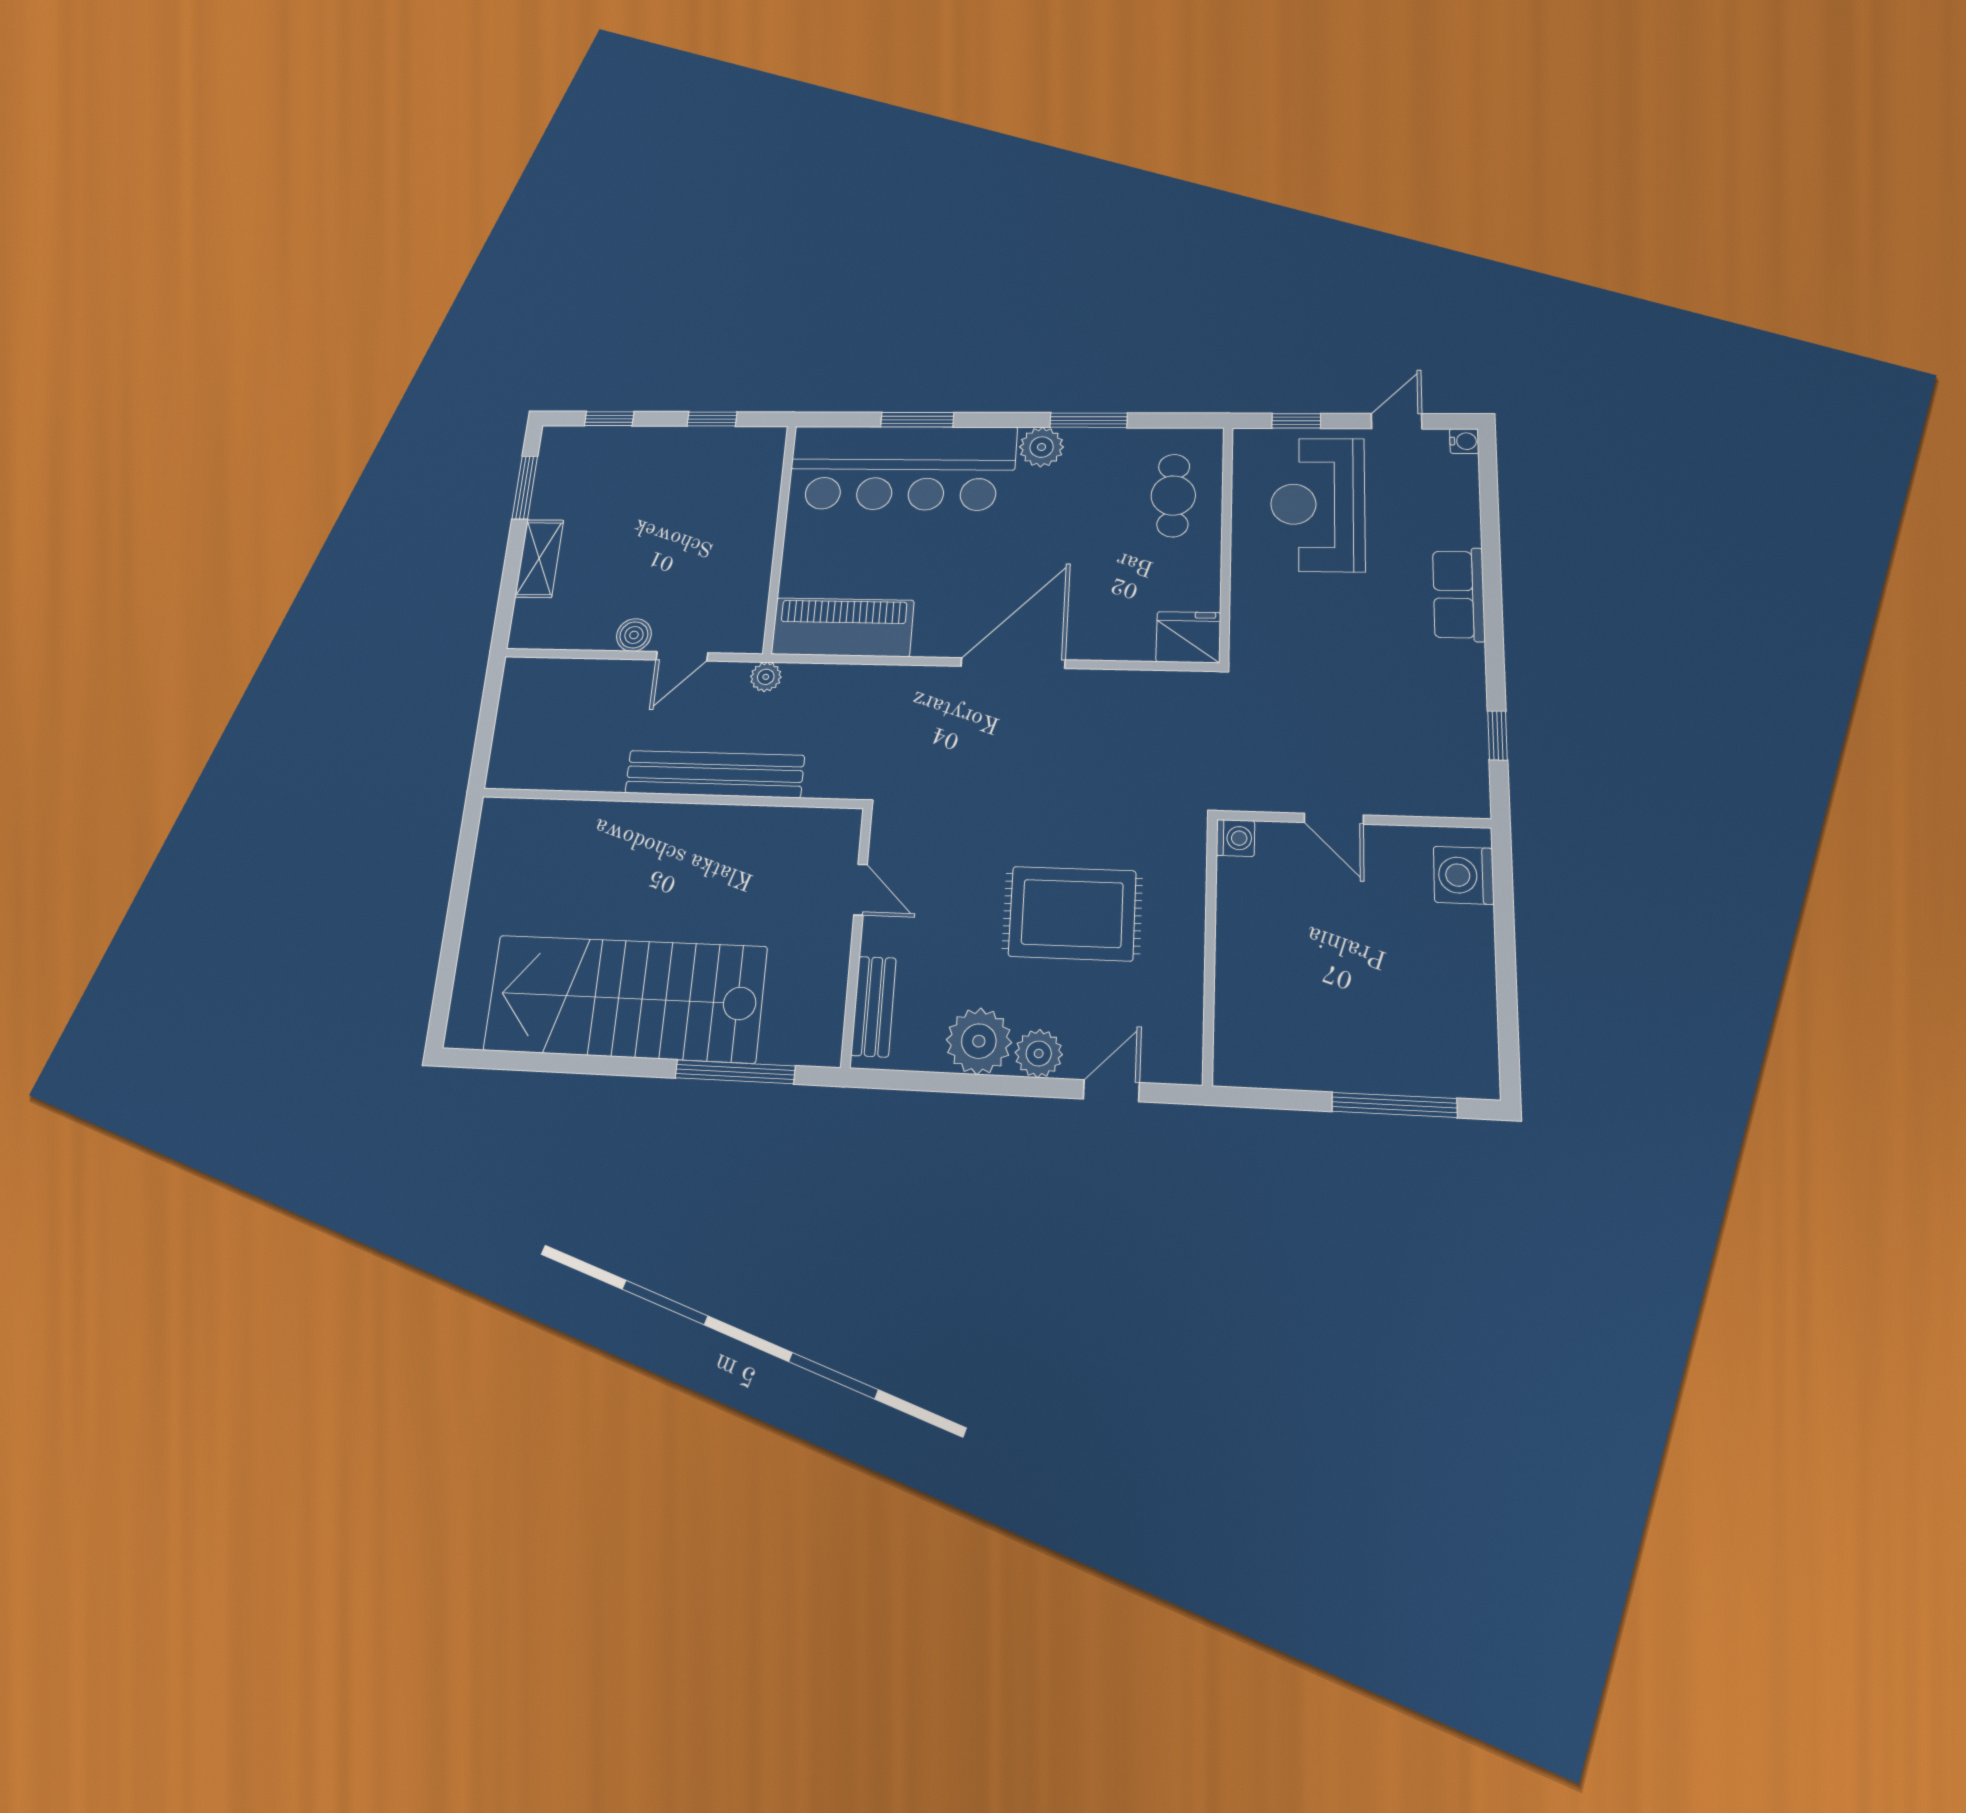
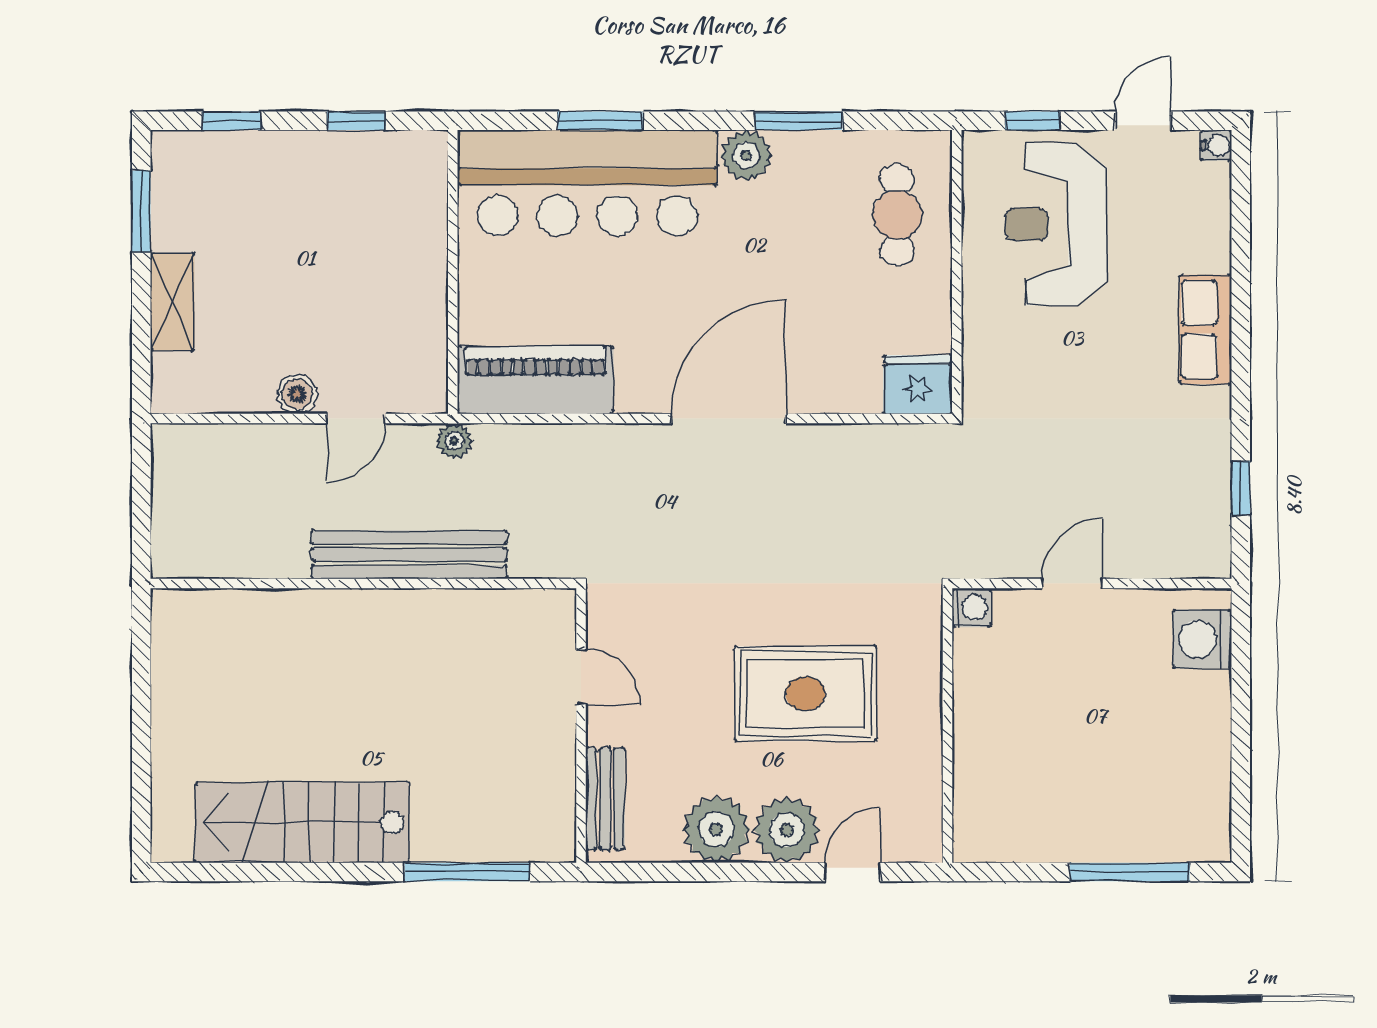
door: (1334, 819) -> (1072, 583), swing flipped
stairs: (625, 998) -> (302, 823), width x0.73, depth x0.66
plant: (1039, 1053) -> (787, 830), width x1.36, depth x1.36

